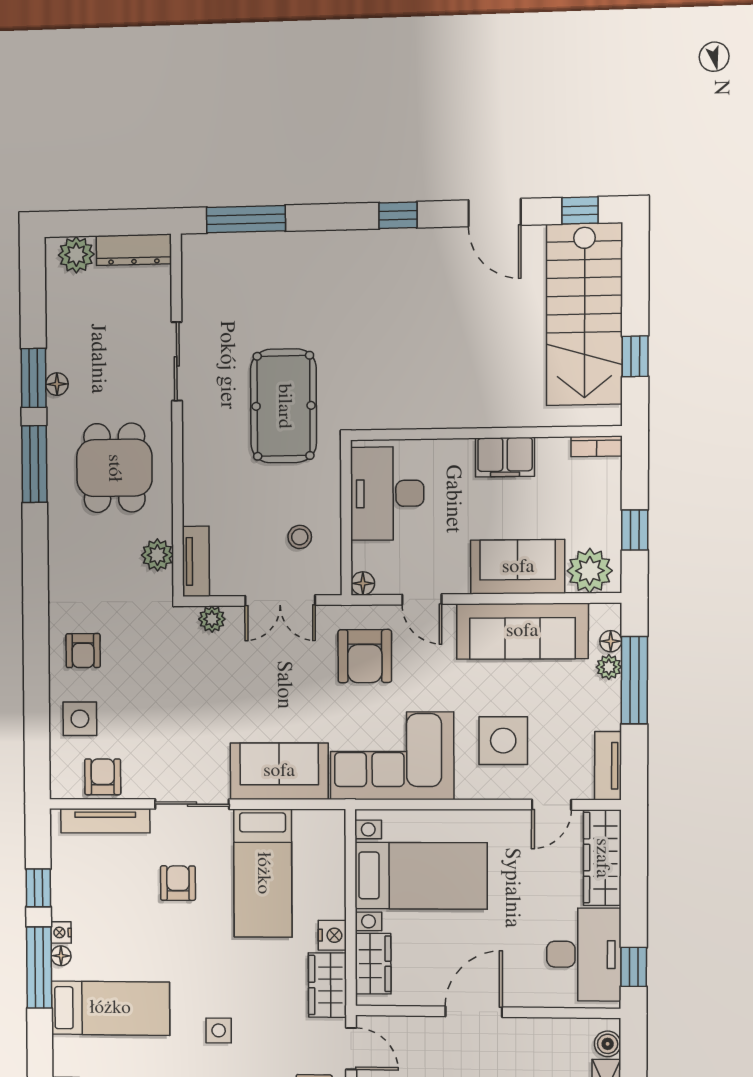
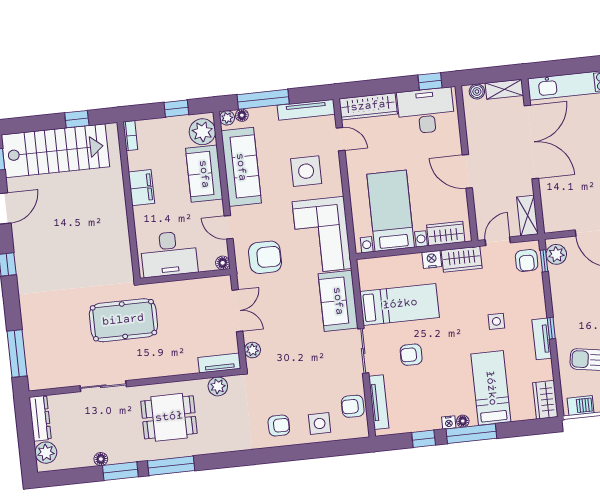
floor lamp: (57, 384) -> (101, 459), moved
stool: (300, 537) -> (199, 303), removed
door: (422, 599) -> (229, 227), swing flipped
plant: (609, 667) -> (227, 118), moved
tv unit: (608, 766) -> (306, 110), width x1.41

